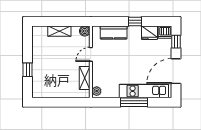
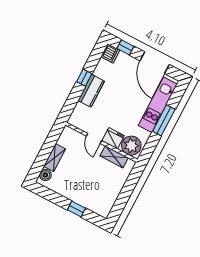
boiler: (85, 31) -> (45, 175), moved
kitchen counter: (114, 33) -> (91, 91), moved
fridge: (150, 33) -> (113, 138), moved, turned -90
plant: (97, 91) -> (131, 146), width x1.88, depth x1.88

